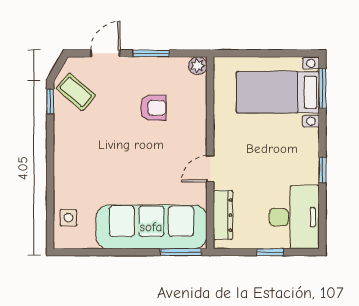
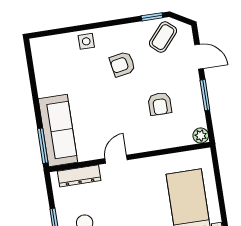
armchair: (100, 144) -> (122, 64), added
door: (210, 169) -> (116, 159), hinge flipped
side table: (68, 218) -> (86, 41), moved
sofa: (151, 227) -> (58, 131), width x0.74, depth x0.79

